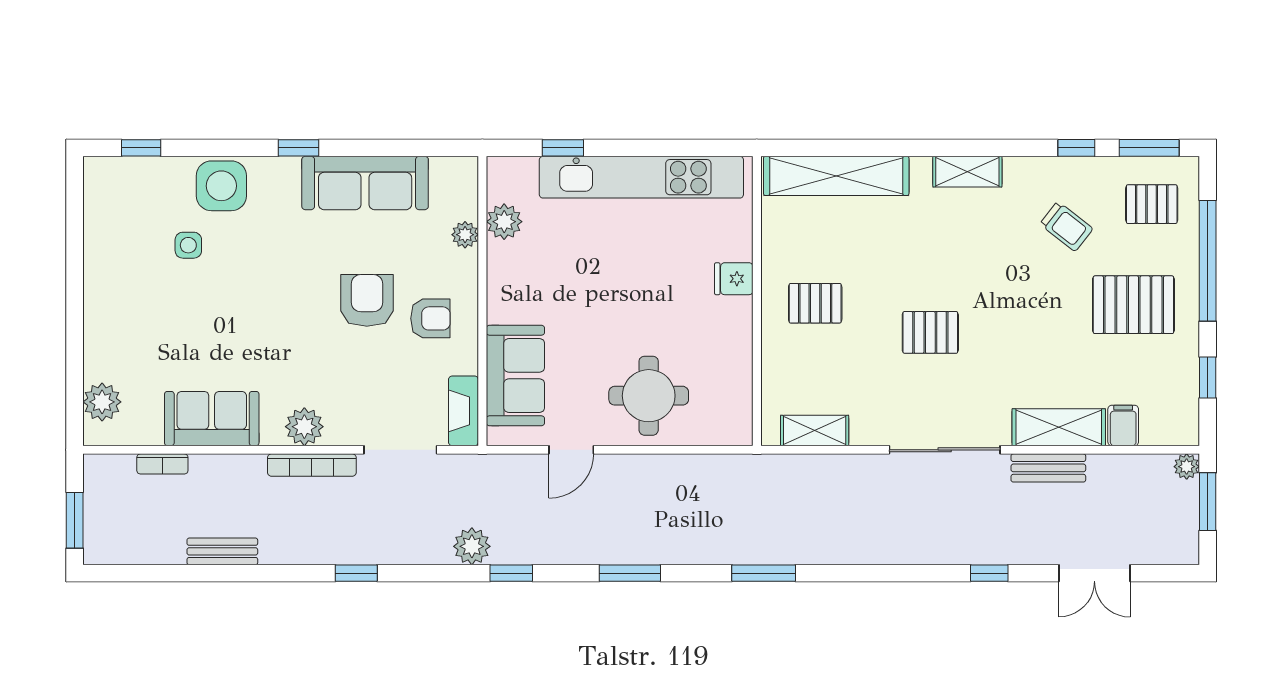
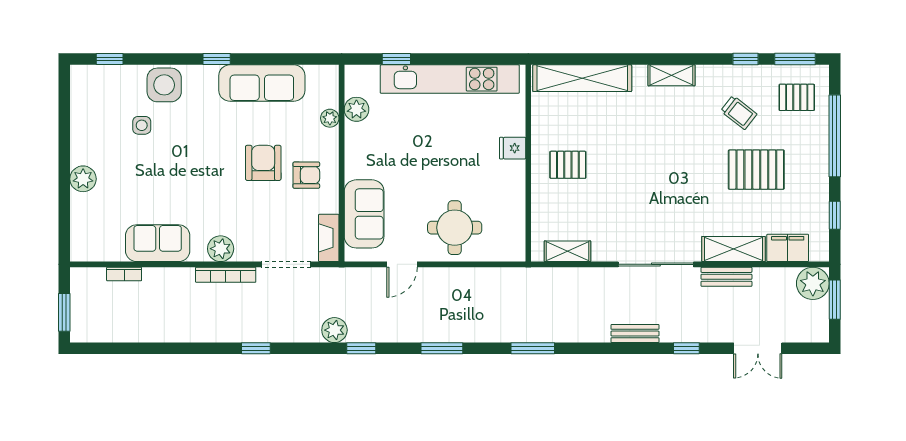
pallet: (1133, 305) -> (756, 170), moved
pallet: (930, 332) -> (646, 185), removed
plant: (102, 402) -> (83, 179), moved
filing cabinet: (1123, 425) -> (788, 248), width x2.00
plant: (1187, 467) -> (813, 283), width x1.88, depth x1.88
bench: (222, 551) -> (635, 334), moved

